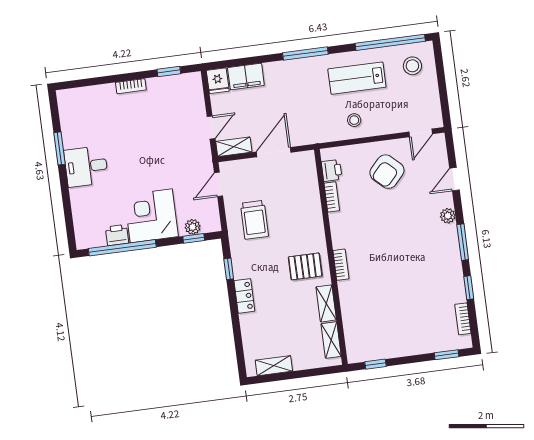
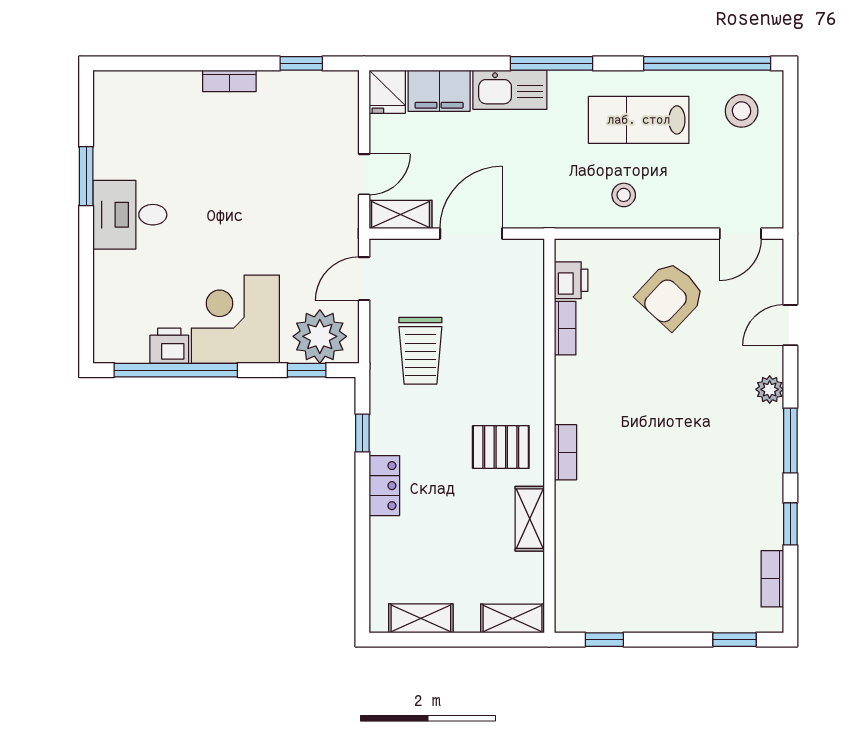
kitchen sink: (284, 71) -> (510, 90), added
plant: (193, 227) -> (320, 336), width x1.88, depth x1.88
shelving: (331, 340) -> (512, 618), moved, turned 90

